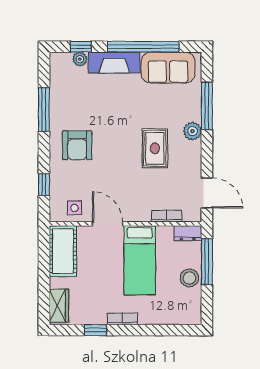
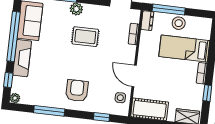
plant: (80, 59) -> (15, 98), moved
armchair: (77, 145) -> (77, 91), turned -90
door: (107, 224) -> (134, 76), hinge flipped
bed: (140, 260) -> (184, 49), moved, turned 180

